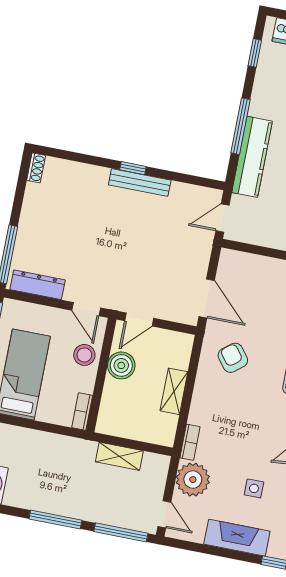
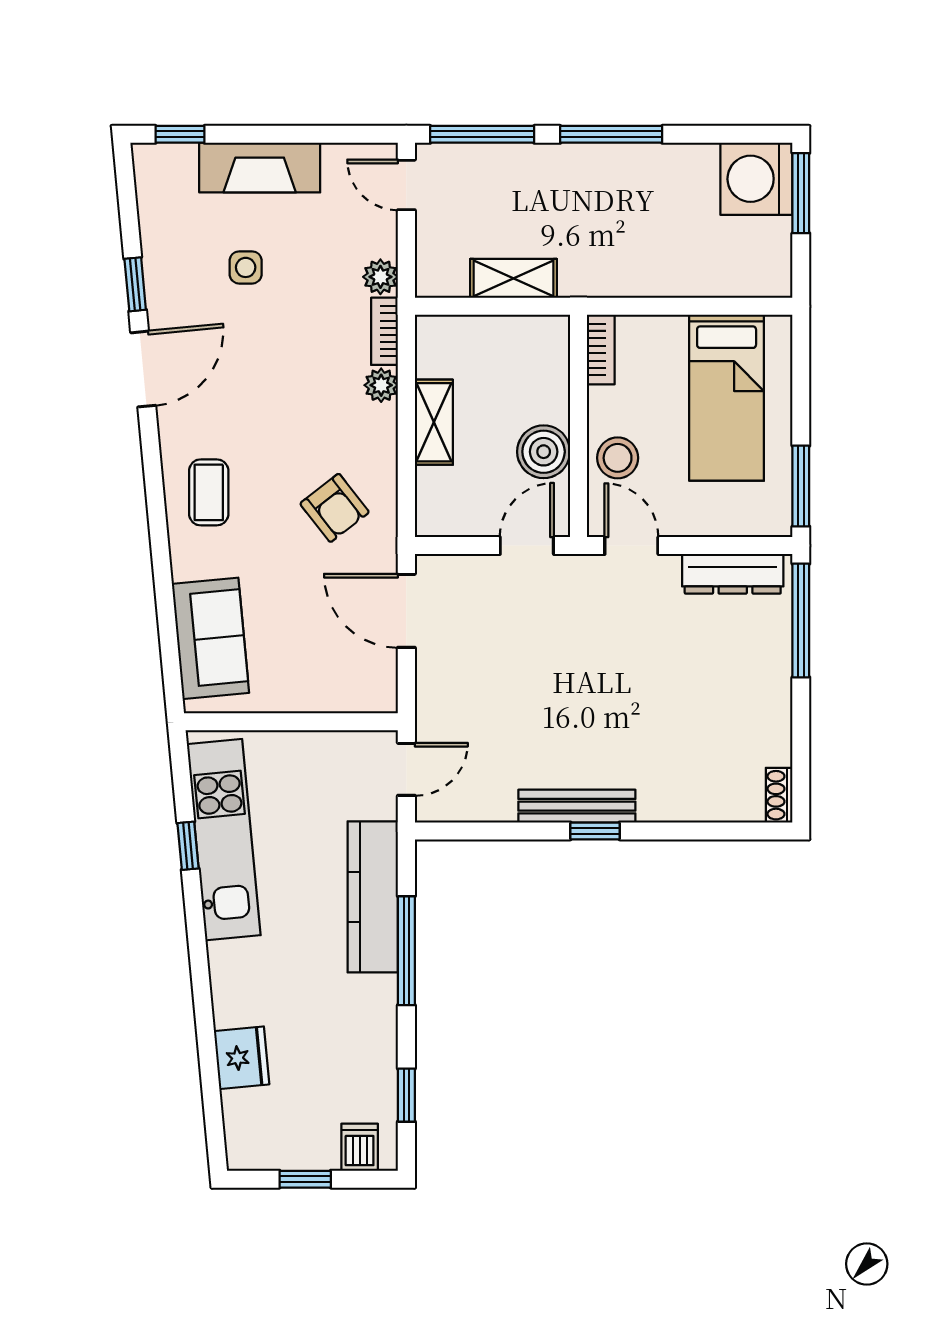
plant: (197, 415) -> (381, 385), added
plant: (193, 480) -> (380, 277), width x0.53, depth x0.53

